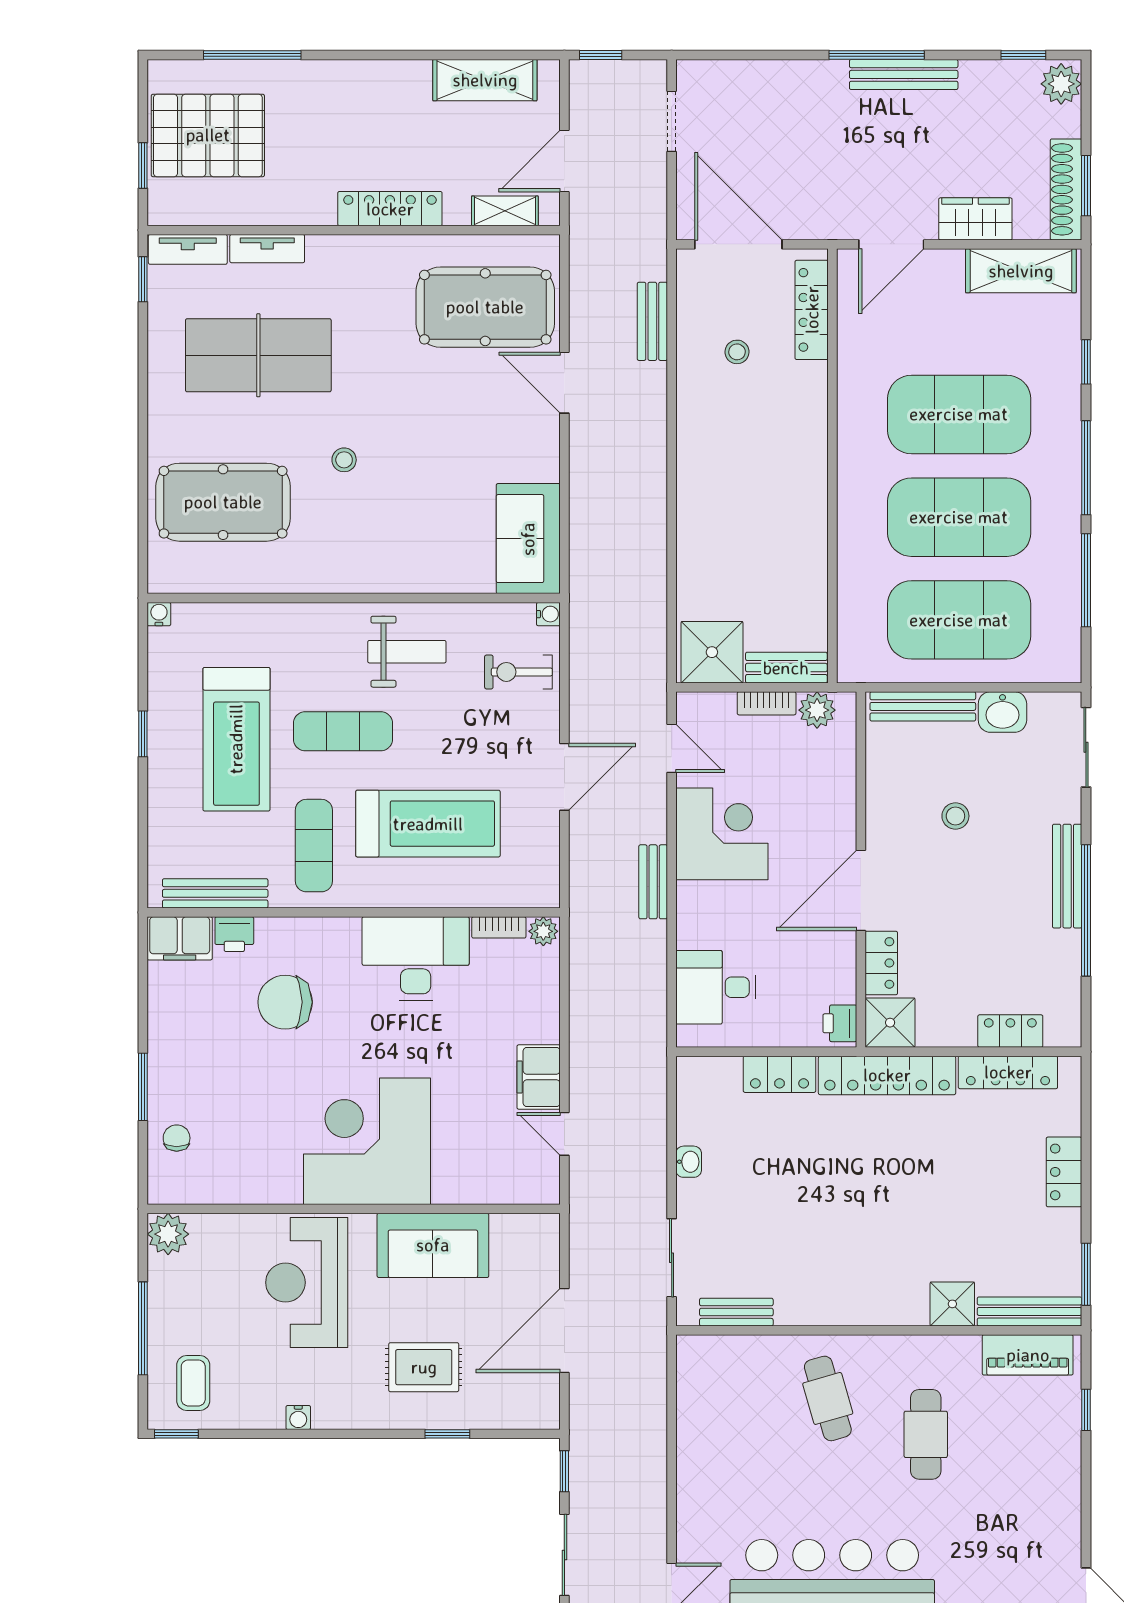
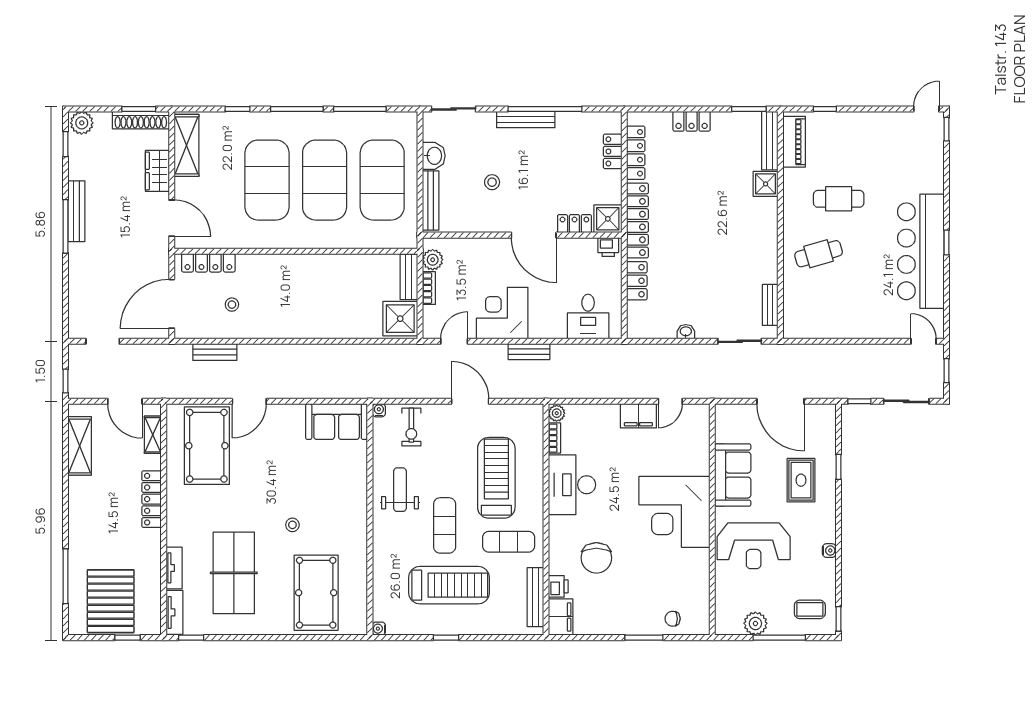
plant: (168, 1234) -> (755, 623), moved

